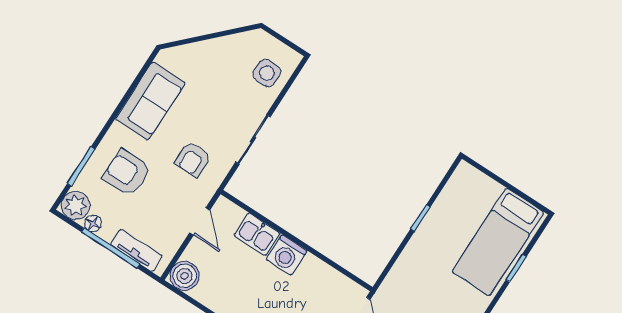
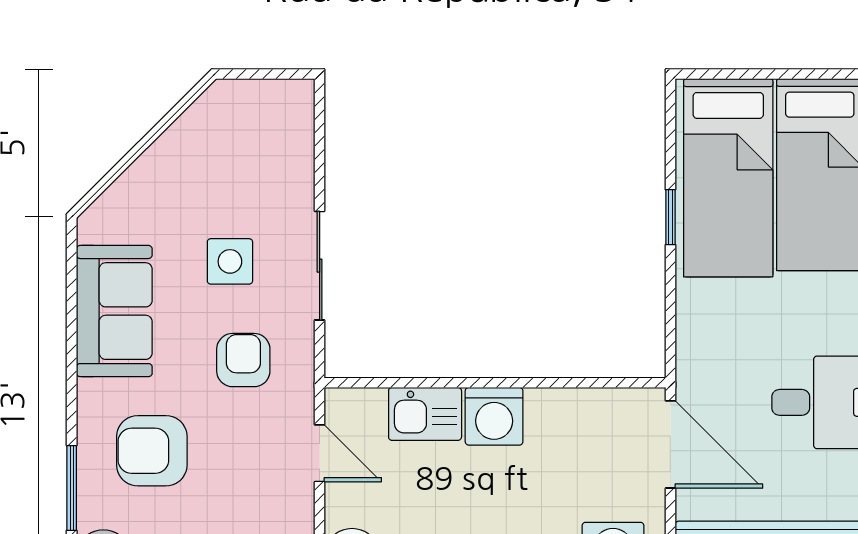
side table: (267, 73) -> (230, 261), moved
armchair: (193, 159) -> (243, 360), turned 180
bed: (457, 217) -> (728, 178), added

